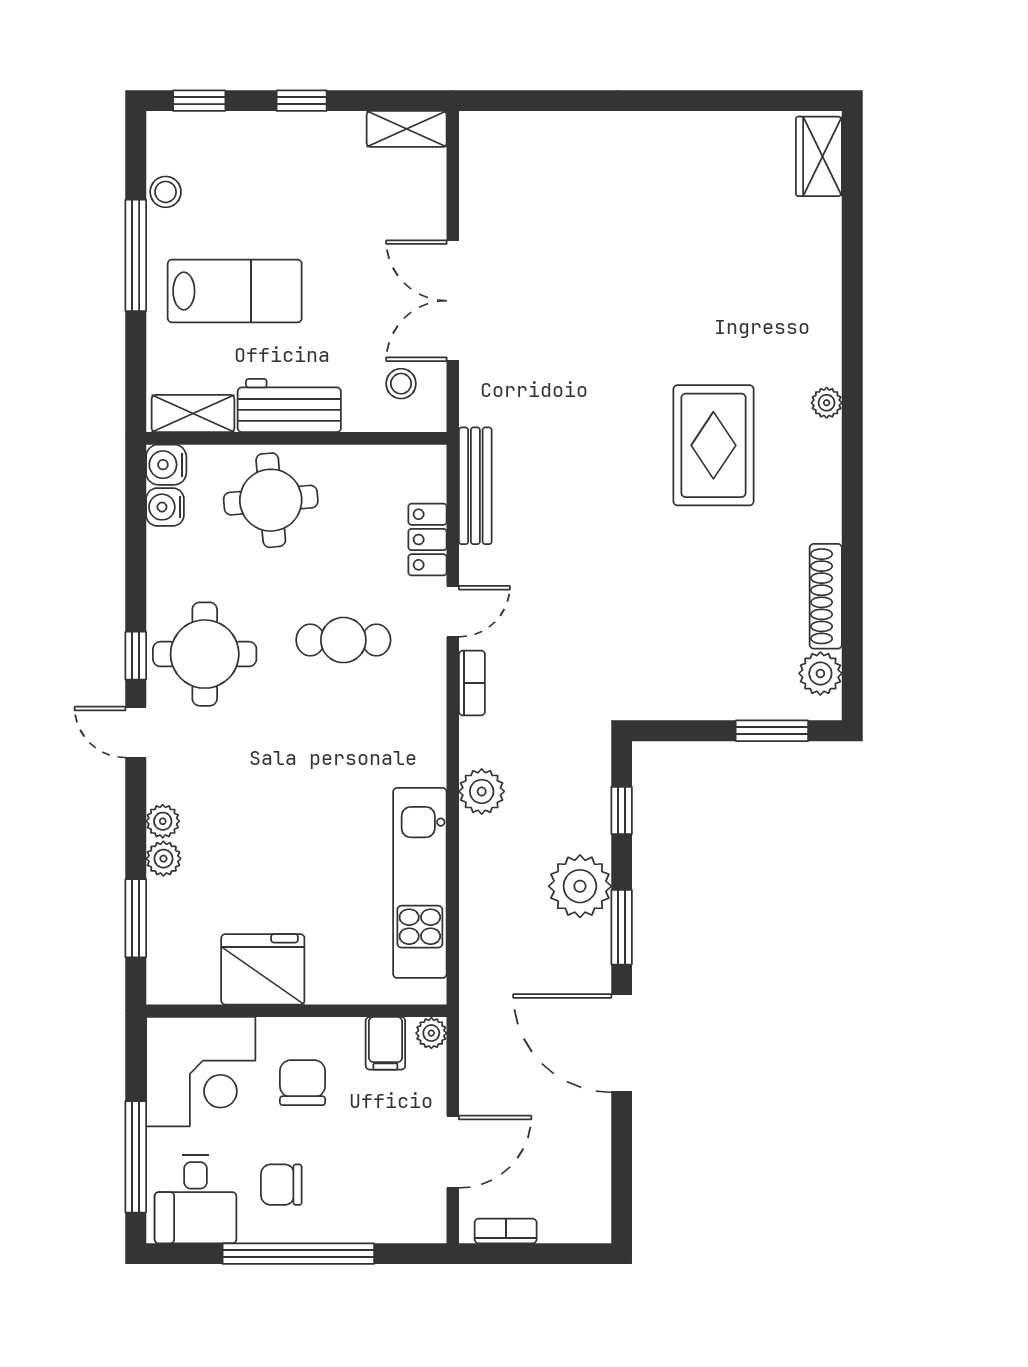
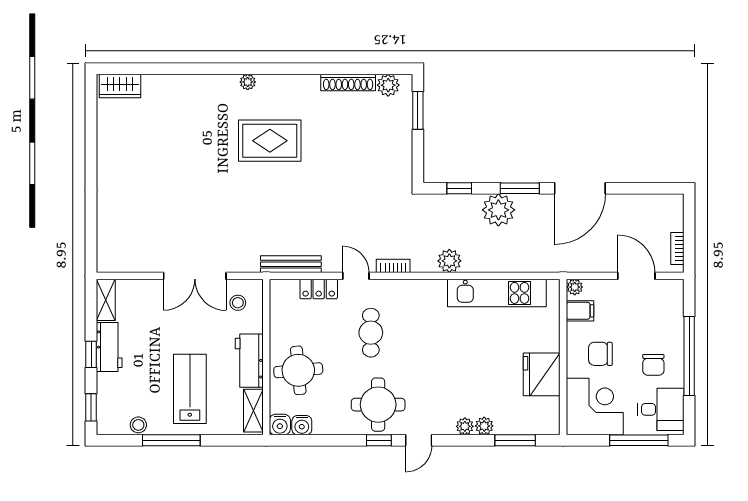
workbench: (316, 136) -> (109, 347), added

